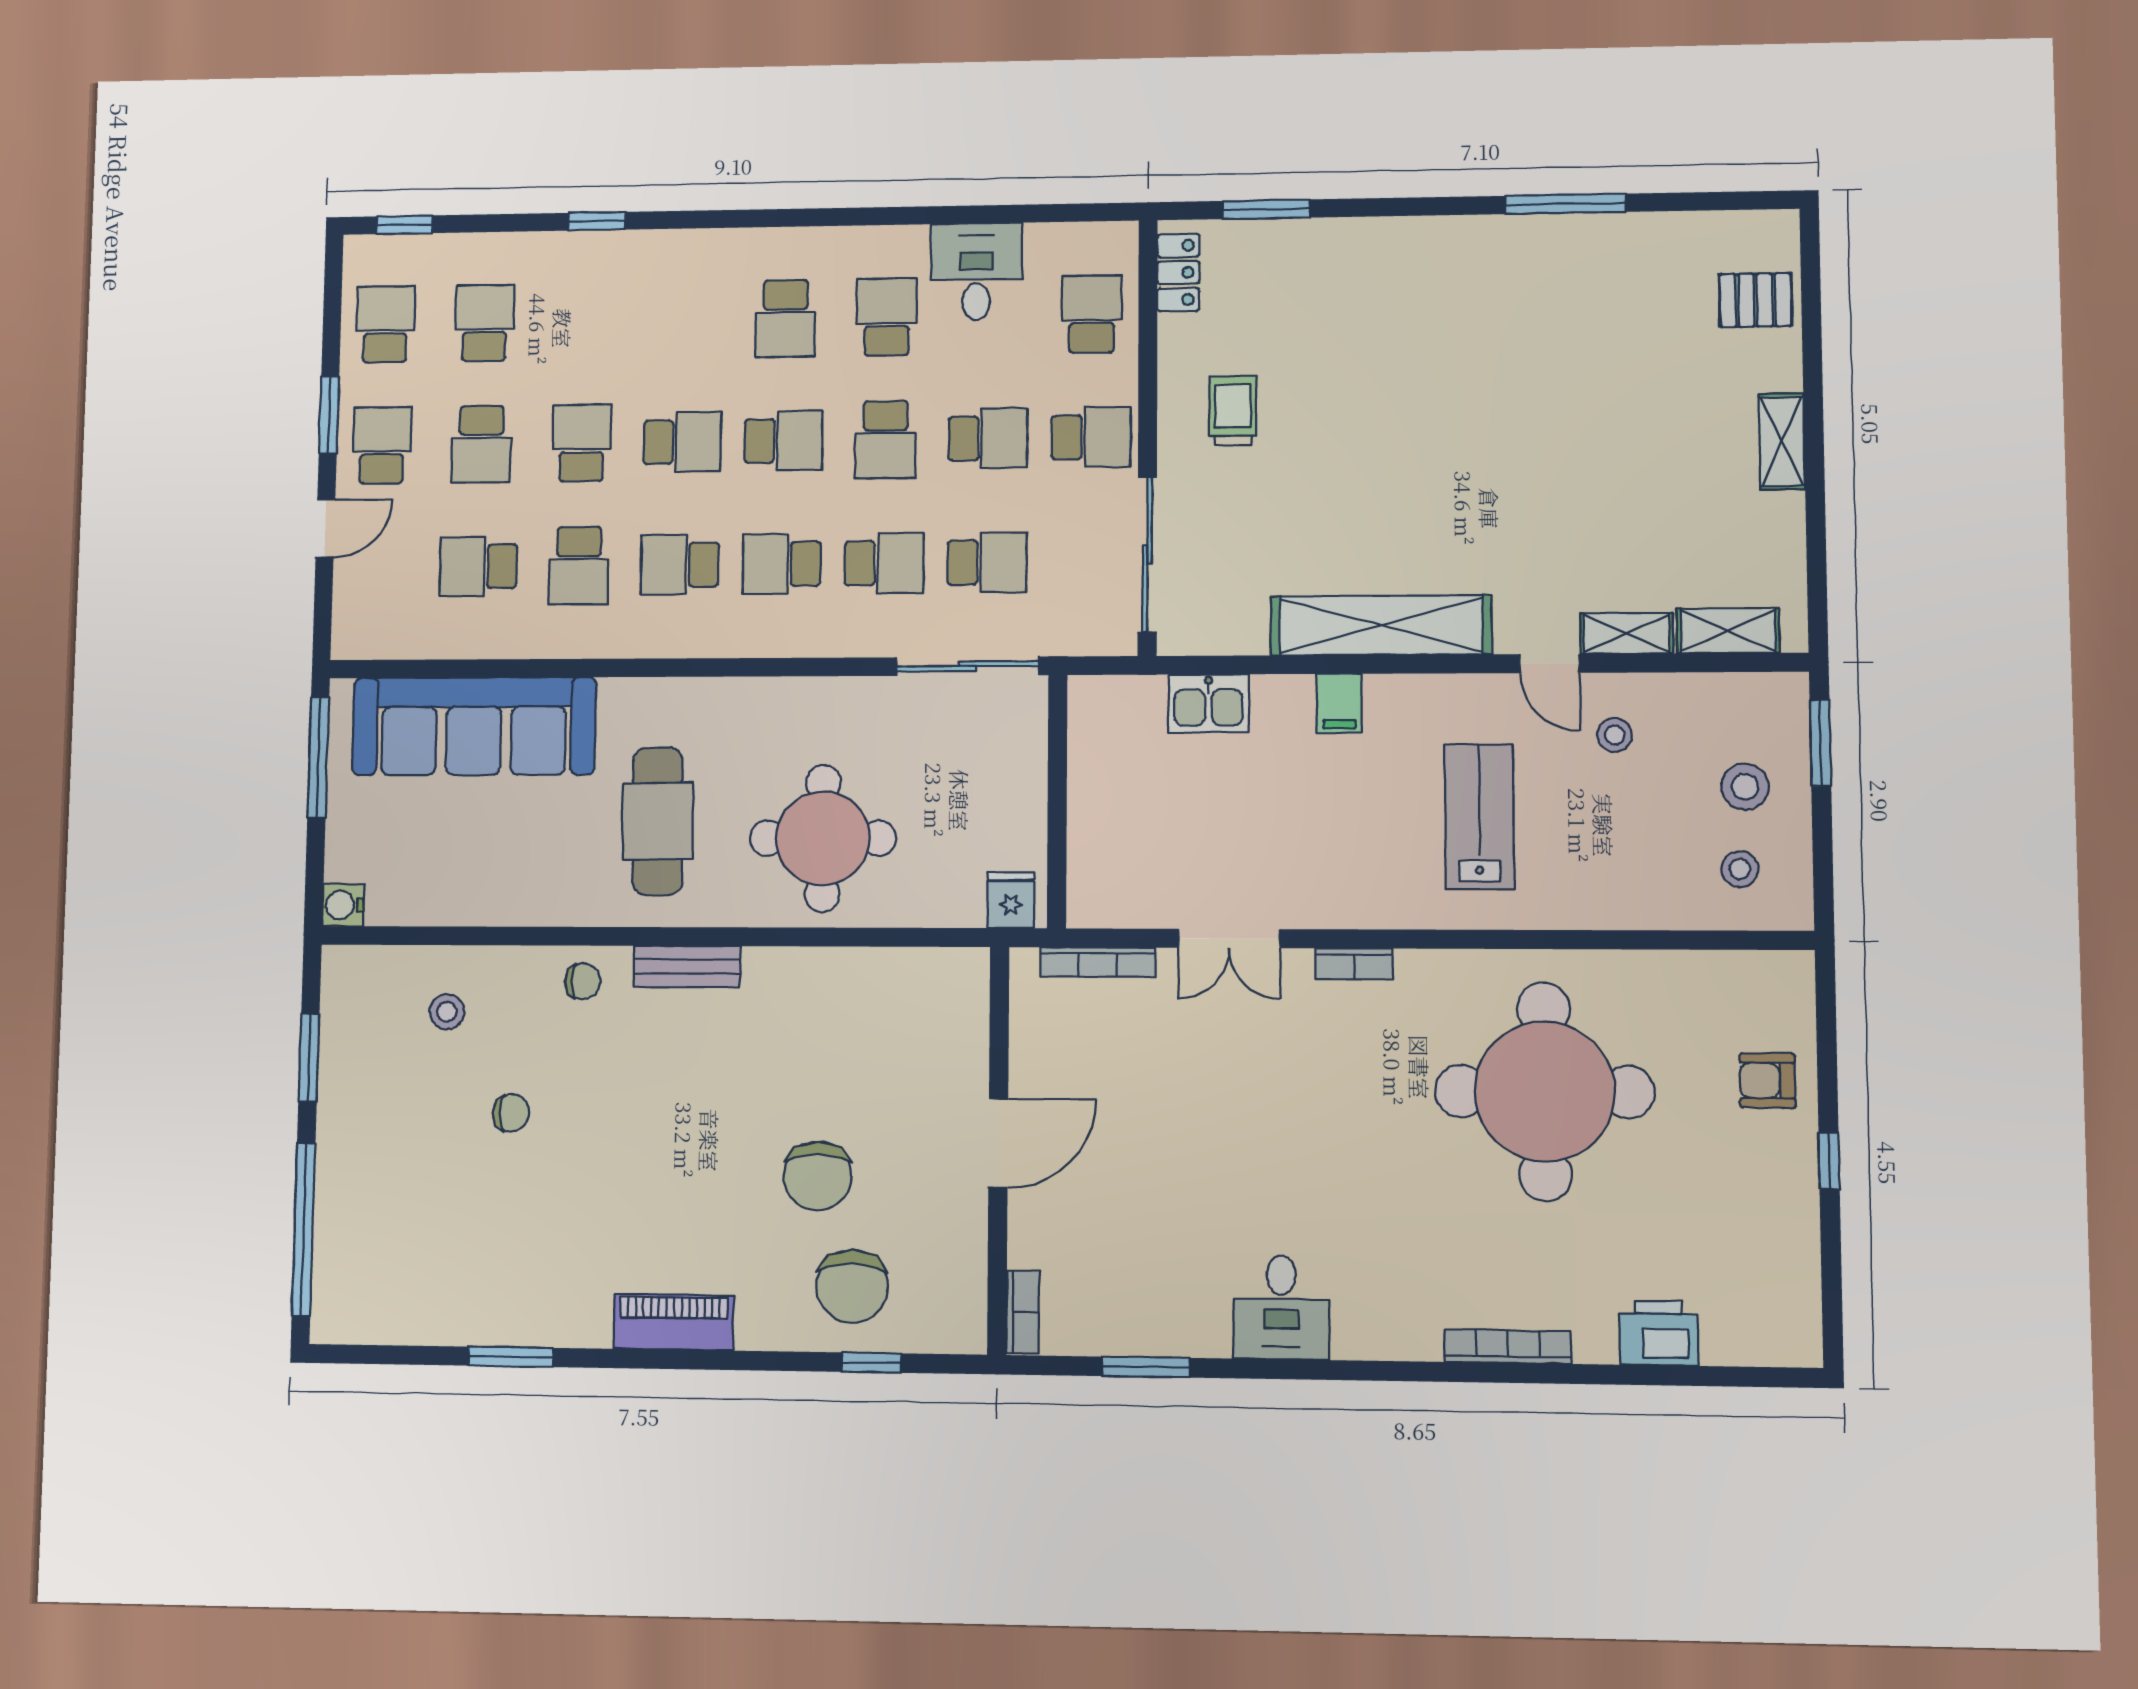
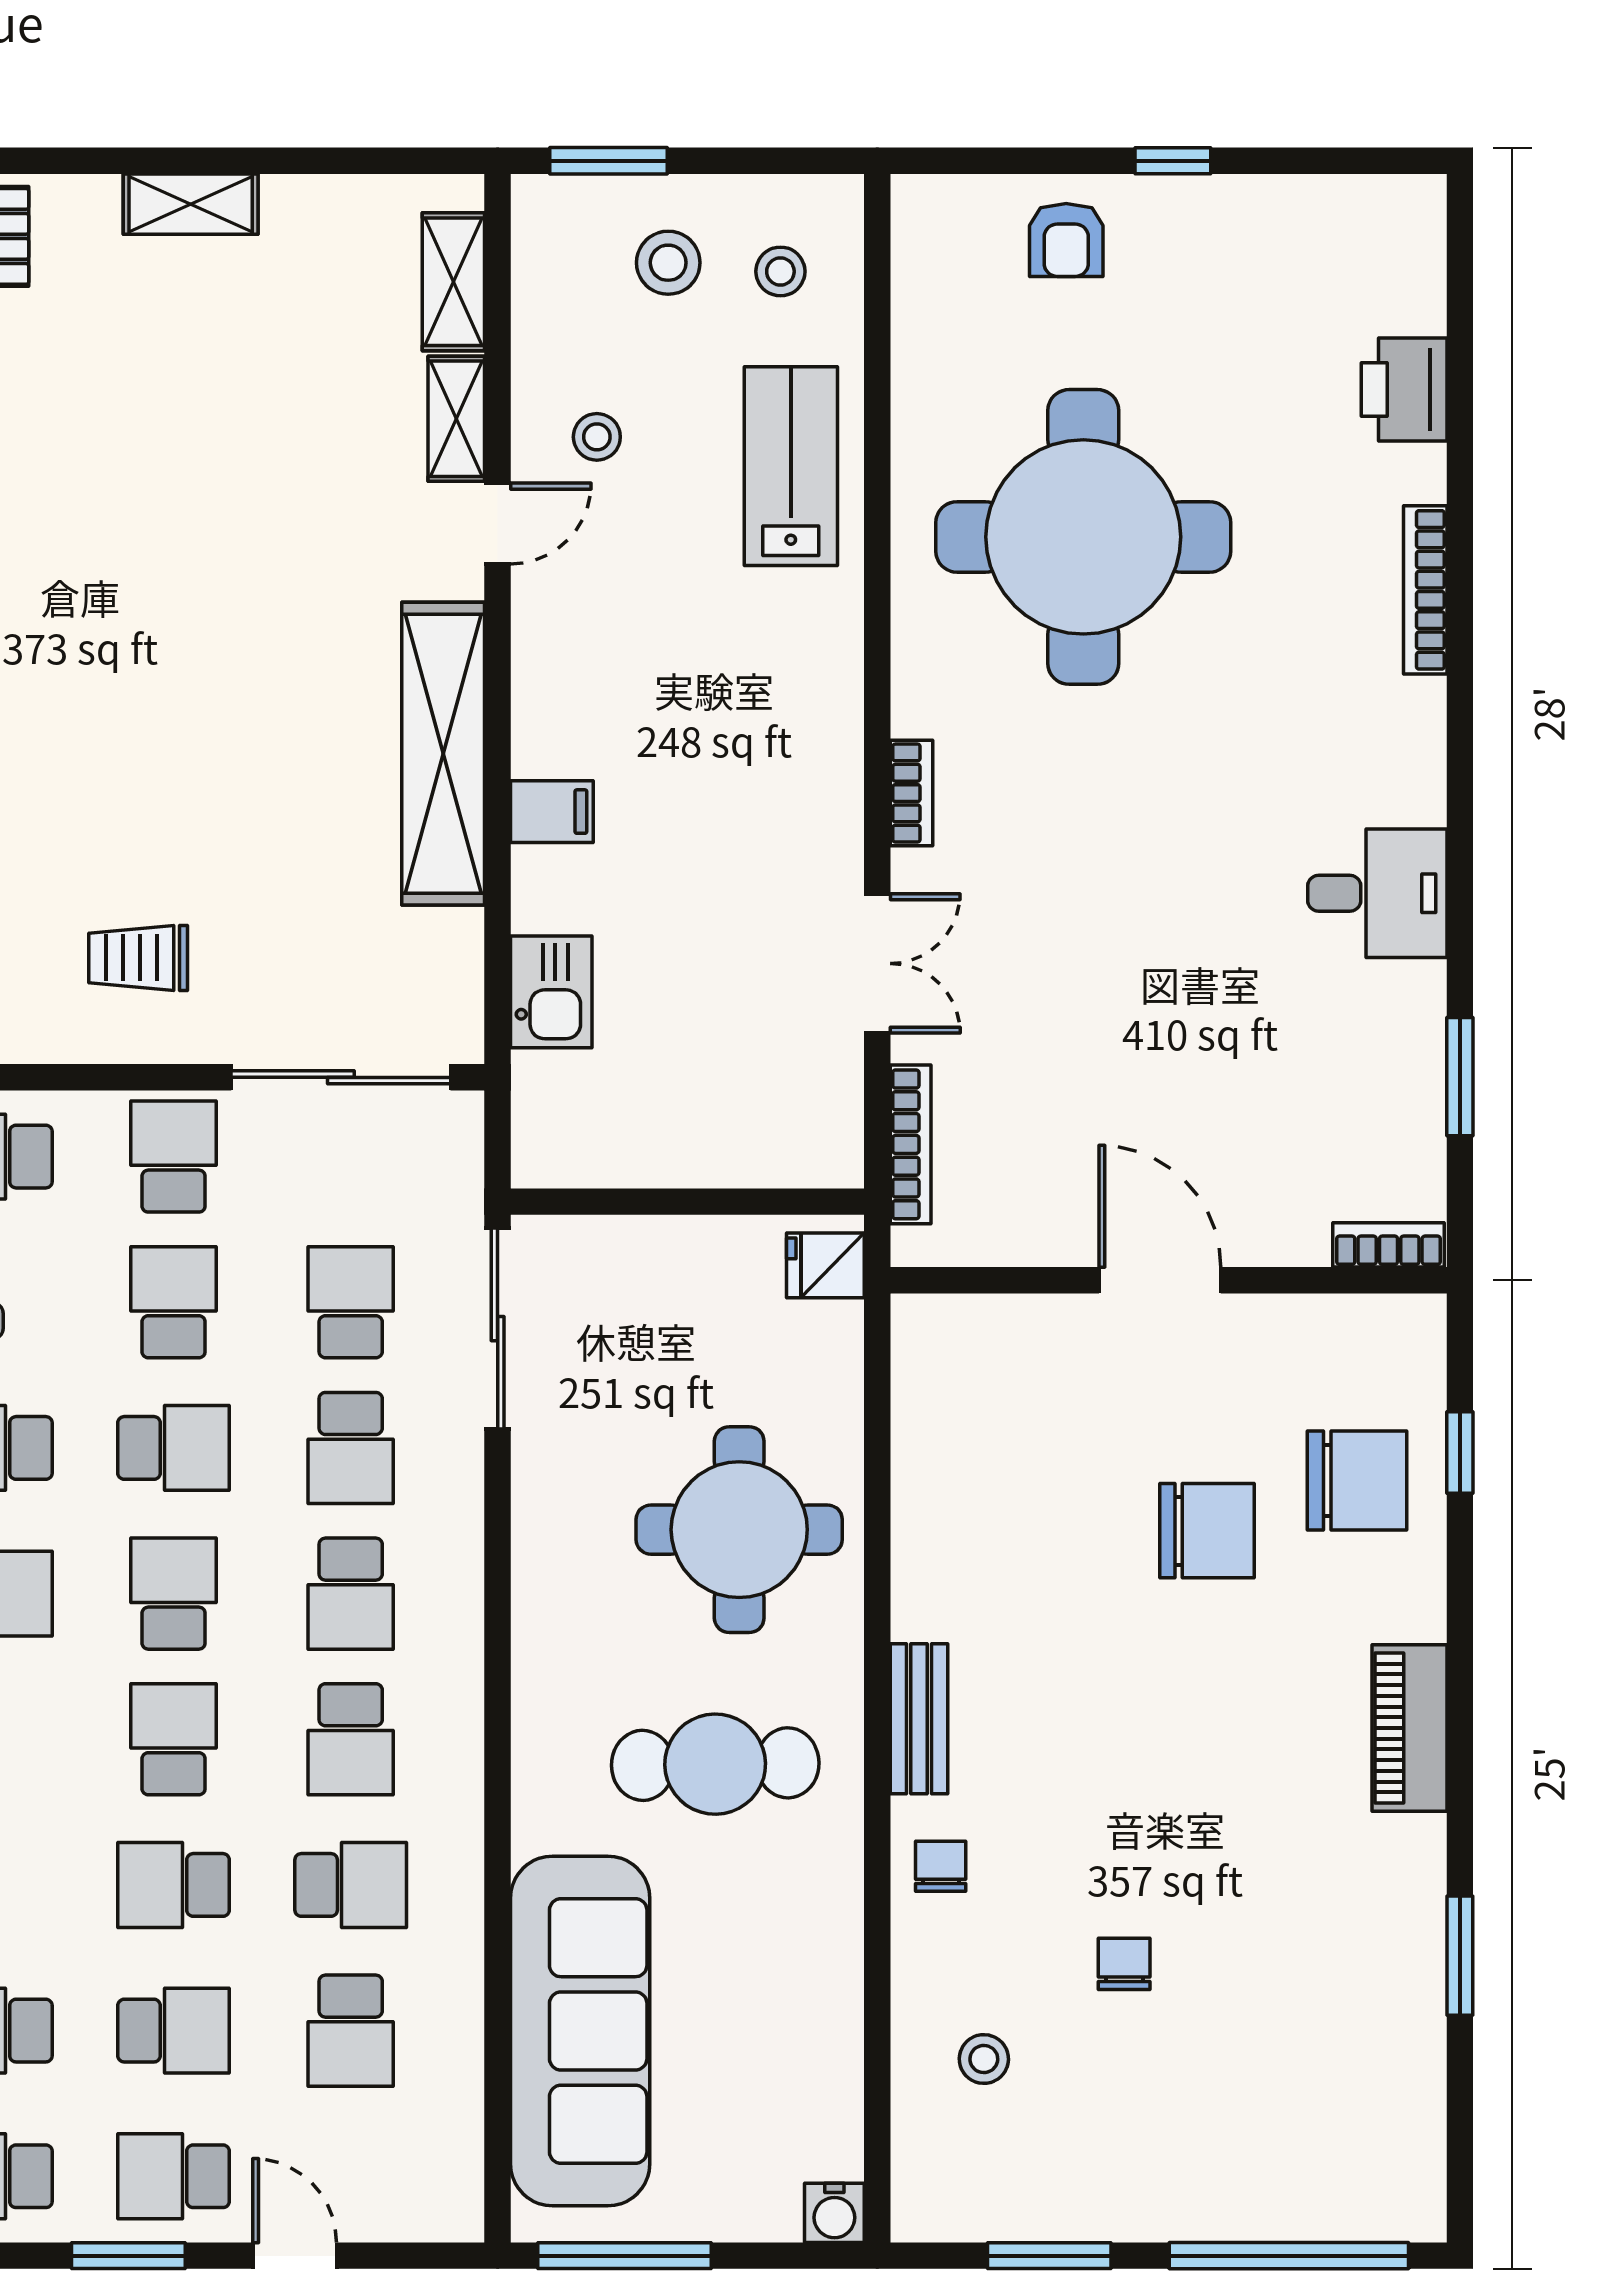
school desk: (884, 563) -> (351, 1448), turned 180
lab bench: (1479, 817) -> (791, 466), moved, turned 90

